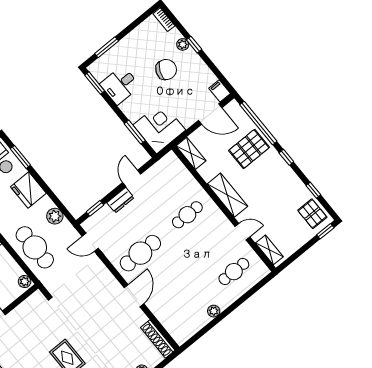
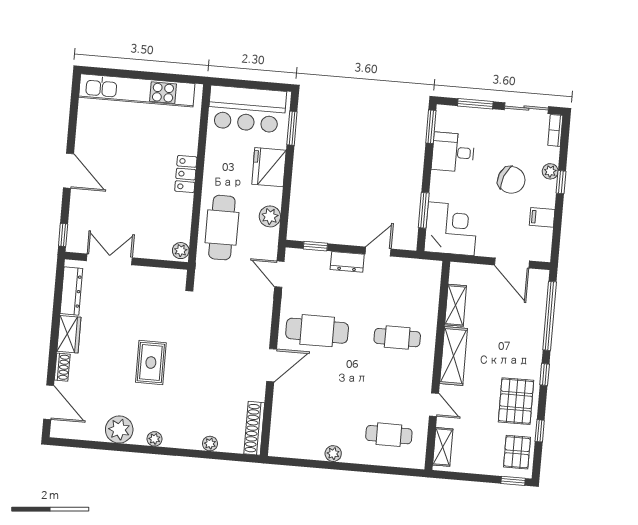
sliding door: (137, 23) -> (526, 108), added
filing cabinet: (220, 91) -> (542, 217), moved, turned -90
pallet: (249, 149) -> (516, 401), moved, turned 90
shelving: (191, 153) -> (456, 305), moved

